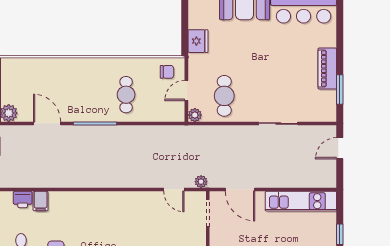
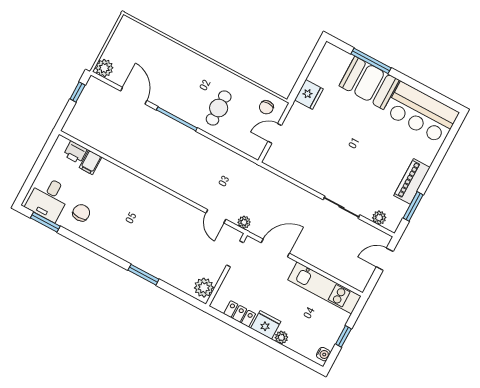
chair: (167, 72) -> (266, 107), turned 90
cafe table: (224, 96) -> (306, 156), removed
plant: (195, 115) -> (379, 218), moved
door: (240, 189) -> (275, 248), swing flipped

